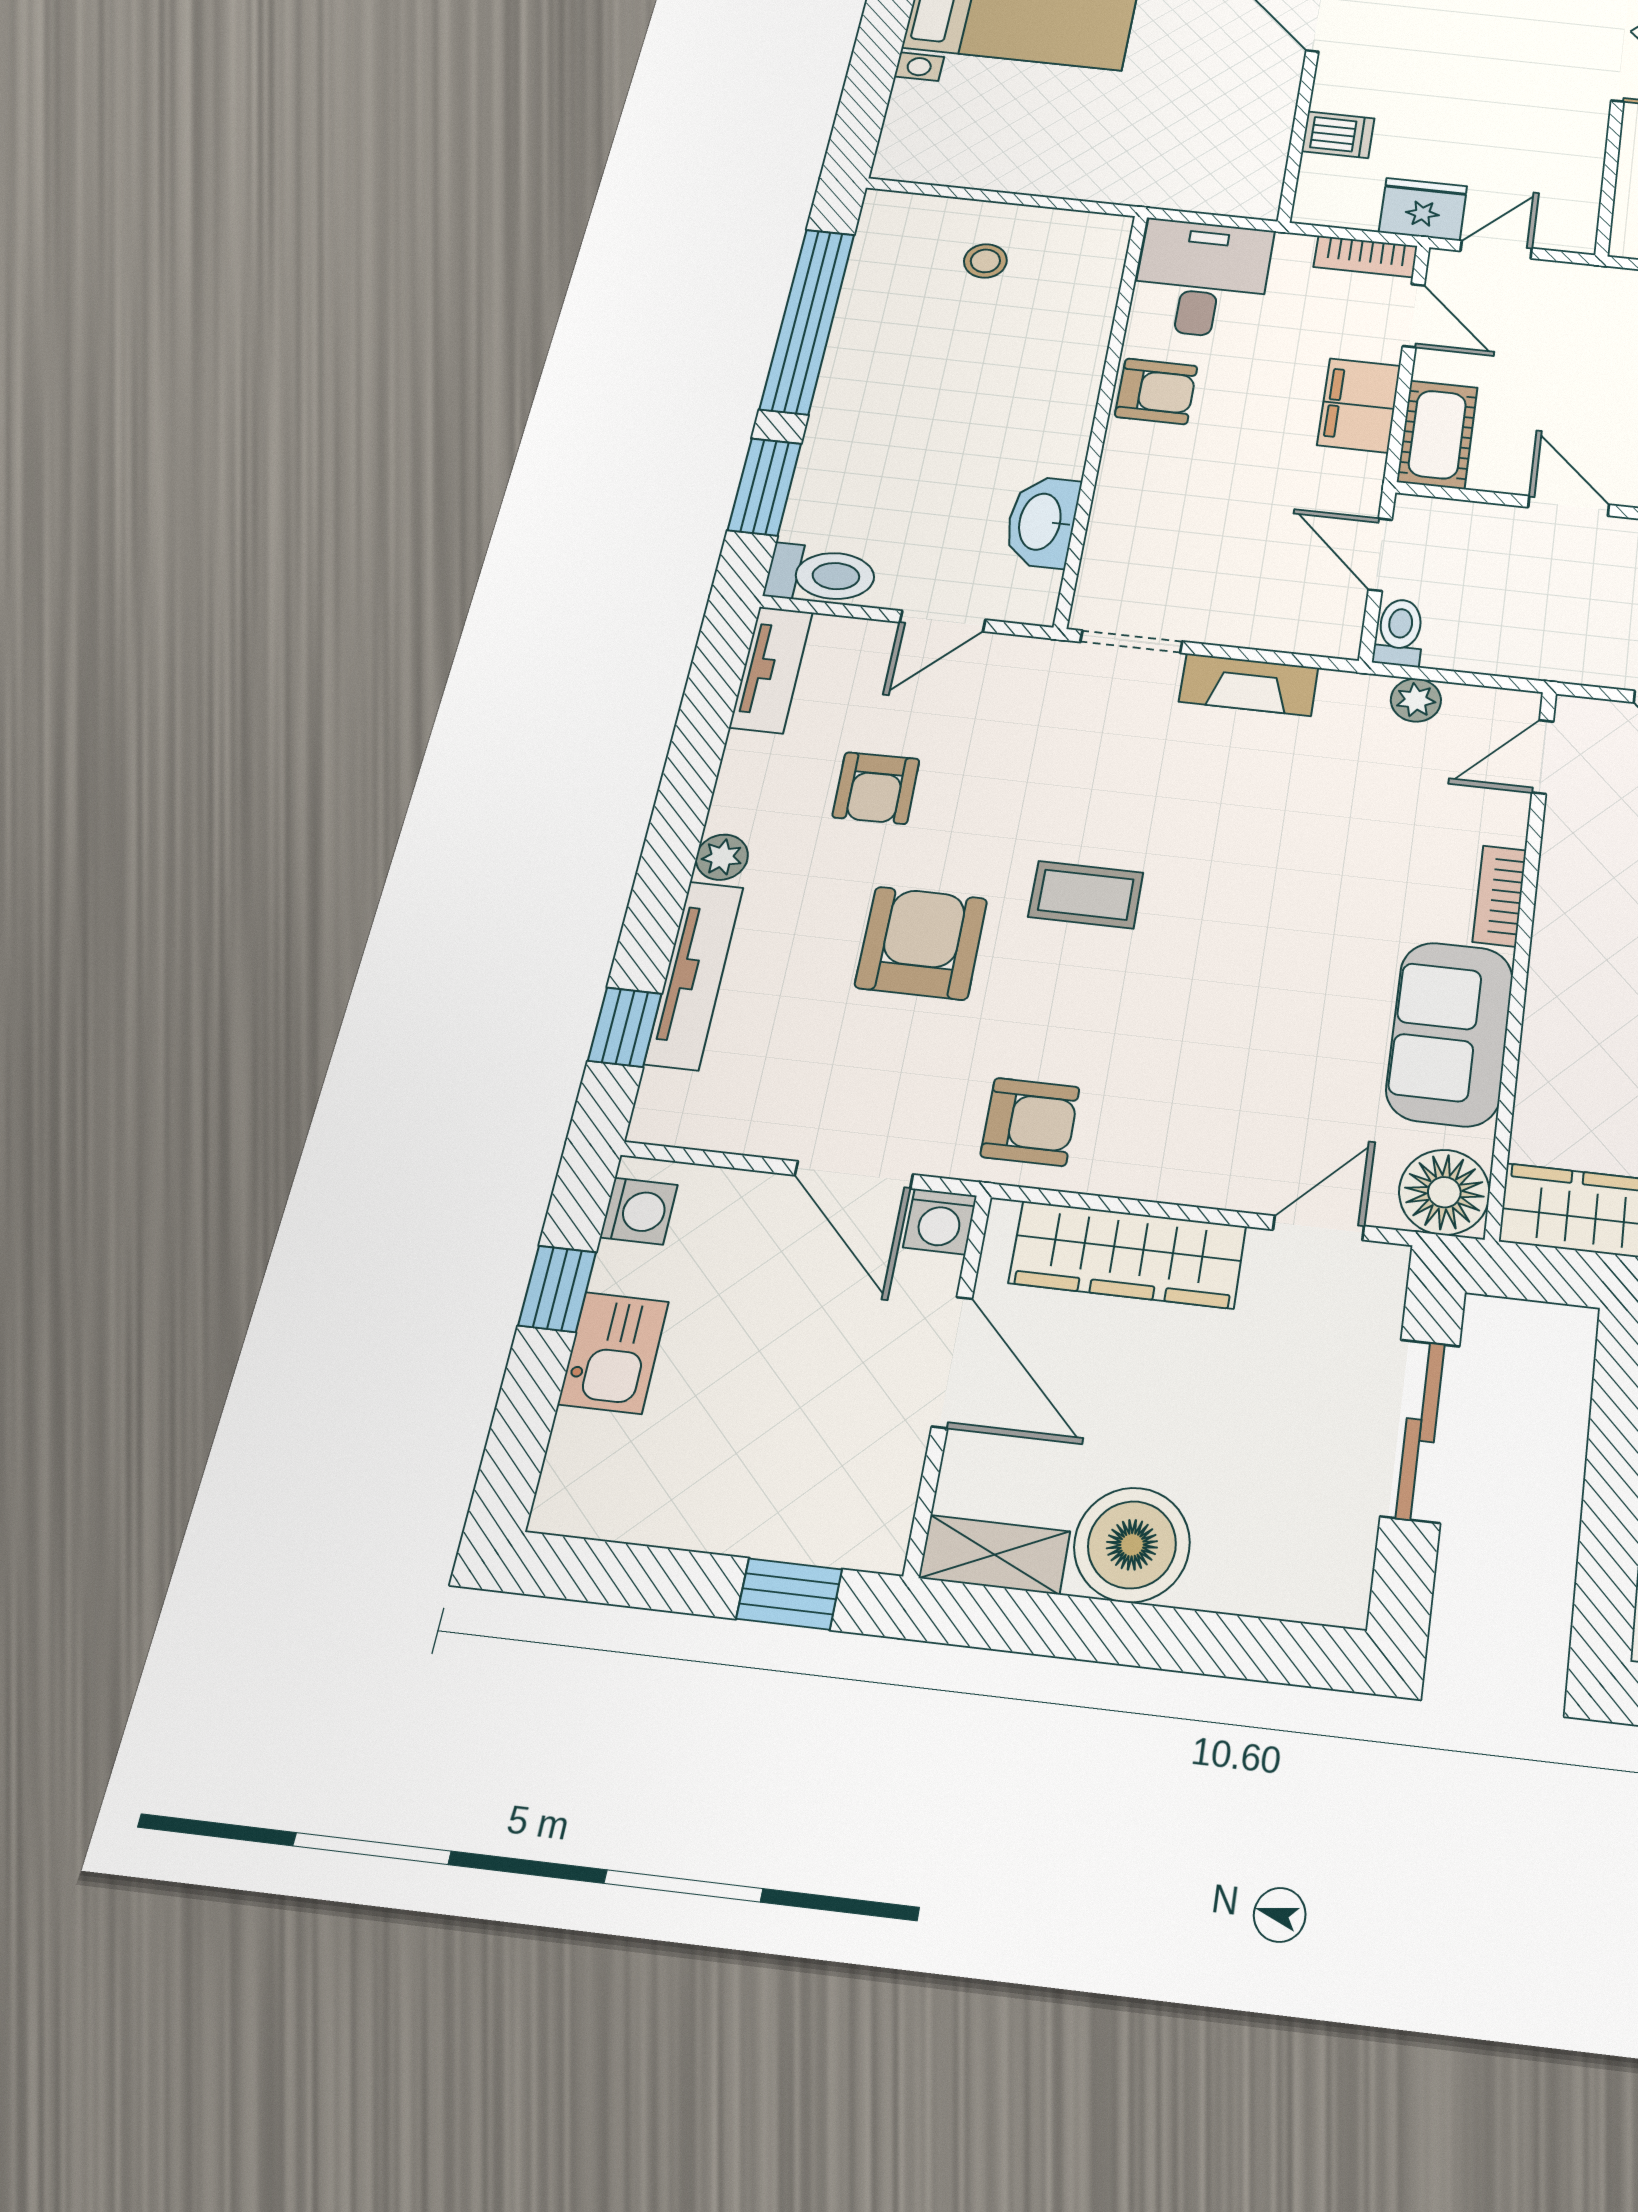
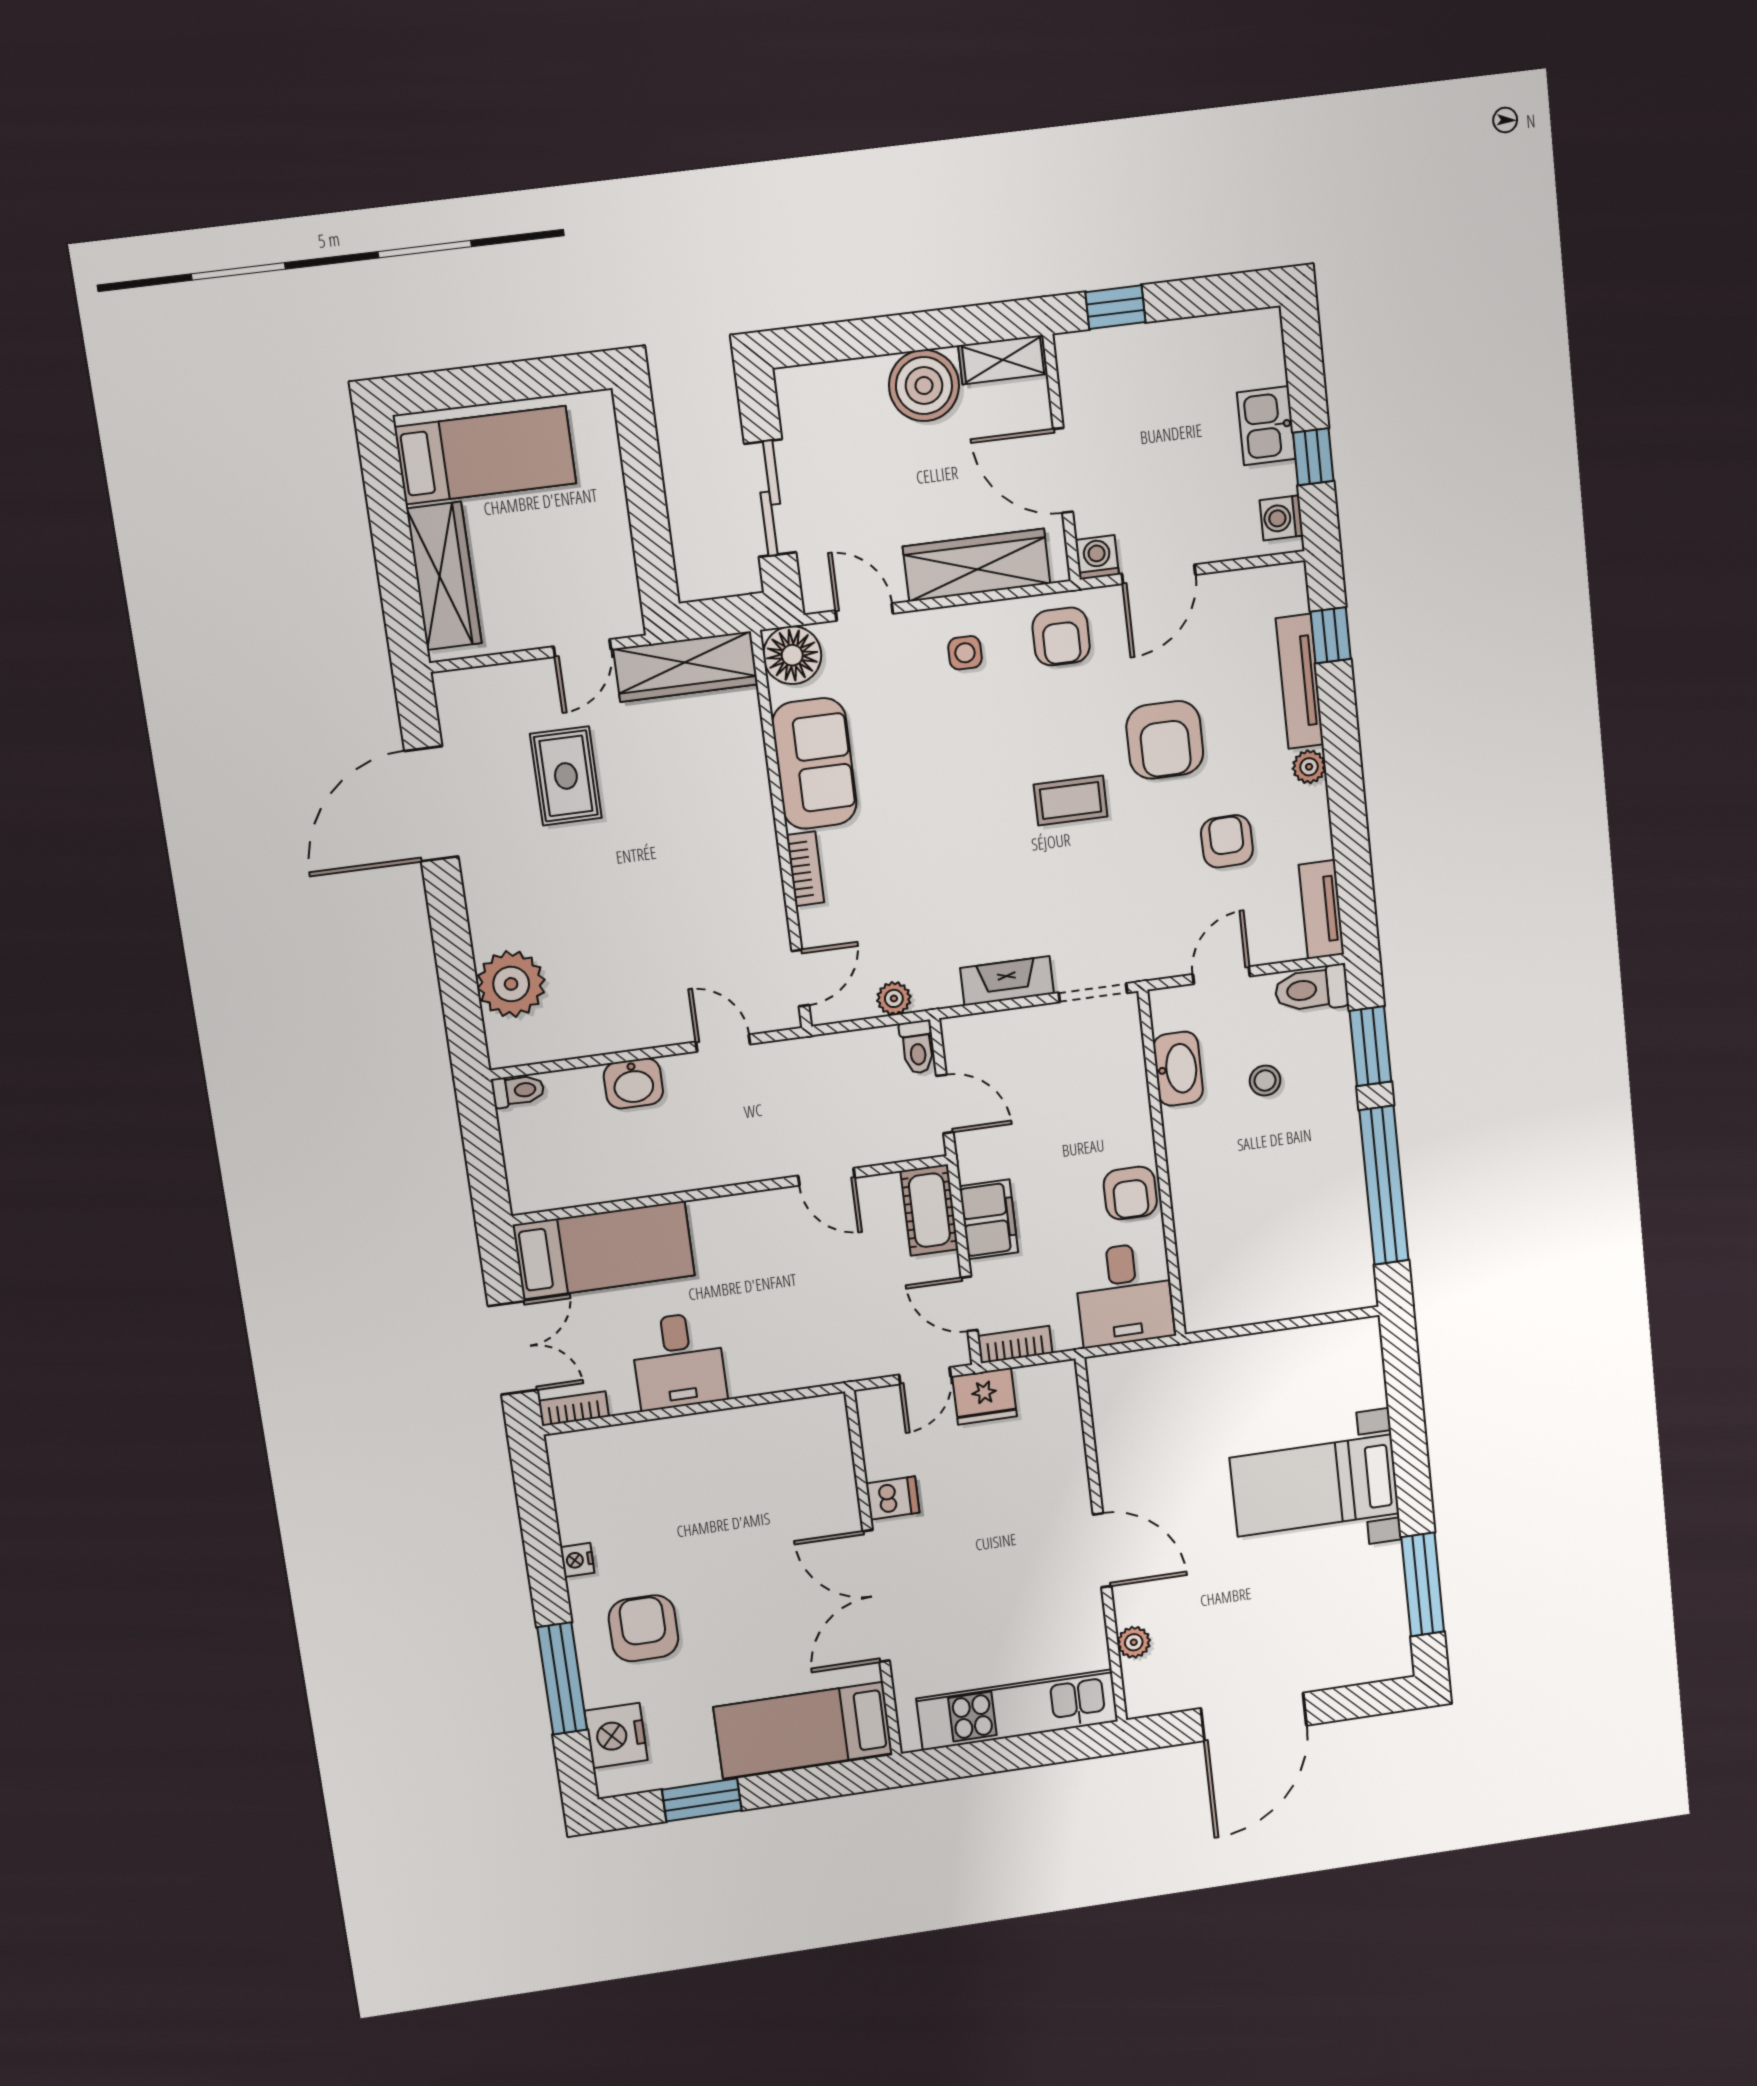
dishwasher: (1338, 135) -> (893, 1498), moved, turned 180
stool: (985, 261) -> (1265, 1081), moved
armchair: (1156, 391) -> (1130, 1193), turned -90
armchair: (1030, 1122) -> (1061, 636), turned -90
side table: (1182, 1133) -> (965, 653), added
door: (854, 1175) -> (1159, 574), swing flipped
door: (1319, 1228) -> (864, 612), swing flipped

